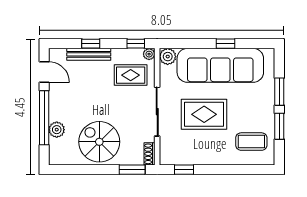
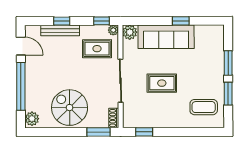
sofa: (220, 65) -> (166, 37), width x0.74, depth x0.79
rug: (204, 114) -> (162, 83), width x0.73, depth x0.70
plant: (57, 130) -> (32, 119), moved

